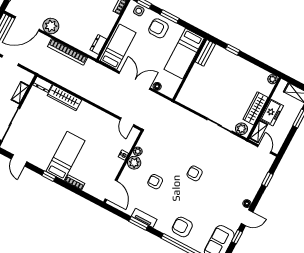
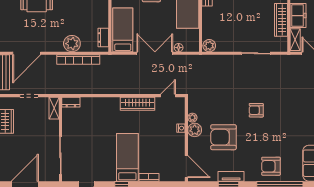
plant: (51, 26) -> (72, 44), moved
shelving: (20, 93) -> (54, 108), moved
wardrobe: (65, 98) -> (137, 104), moved
door: (127, 122) -> (168, 96), swing flipped
plant: (241, 129) -> (209, 46), moved
armchair: (155, 182) -> (223, 137), width x1.88, depth x1.88

